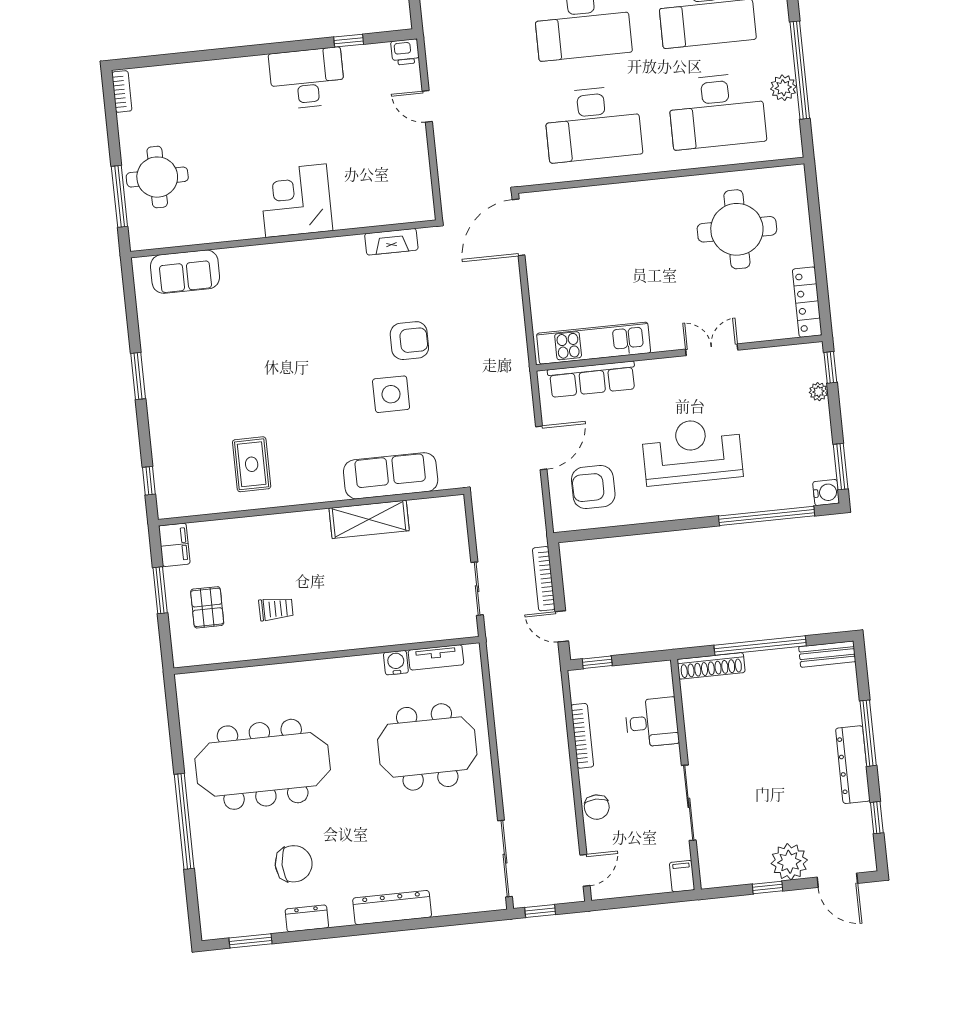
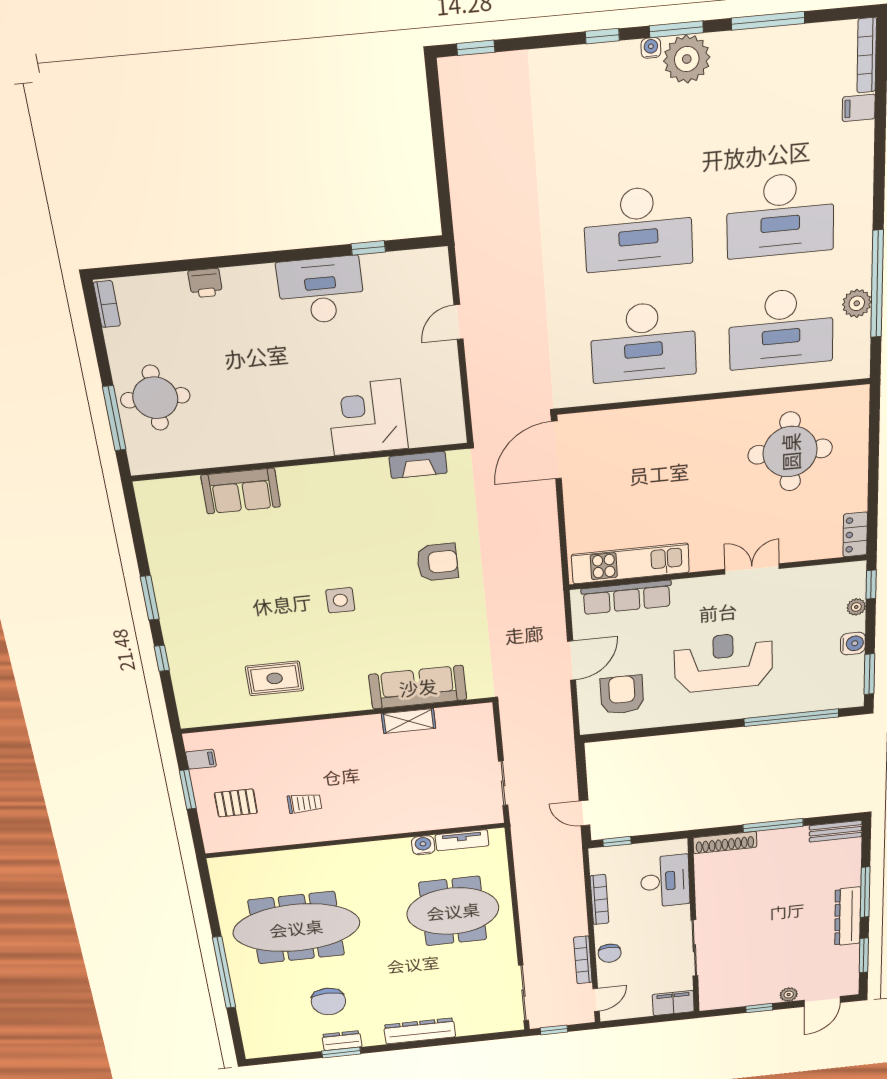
printer: (405, 52) -> (205, 283), moved
door: (427, 106) -> (459, 322), hinge flipped
corner desk: (296, 201) -> (367, 417), moved
sofa: (185, 272) -> (241, 491), moved
locker: (807, 302) -> (855, 534), width x0.66
side table: (391, 394) -> (340, 600), moved, width x0.73, depth x0.73
rug: (252, 464) -> (275, 678), turned 90
window: (149, 481) -> (162, 658), moved
armchair: (593, 487) -> (622, 695), turned 90
water cooler: (826, 492) -> (853, 643), moved
shelving: (369, 519) -> (409, 721), width x0.67, depth x0.75
filing cabinet: (174, 545) -> (201, 759), width x0.50
bookcase: (544, 579) -> (583, 960), moved
pallet: (207, 607) -> (236, 803), turned 90
window: (760, 646) -> (773, 825), width x0.68
desk: (652, 722) -> (665, 881), width x1.37
window: (877, 818) -> (864, 955), width x1.50
plant: (789, 862) -> (789, 995), width x0.53, depth x0.53
chair: (294, 864) -> (328, 1002), turned 90
filing cabinet: (682, 876) -> (673, 1003), width x2.00
door: (837, 880) -> (822, 1001), hinge flipped
window: (250, 941) -> (341, 1052), moved

